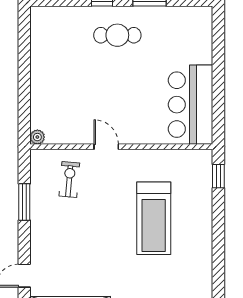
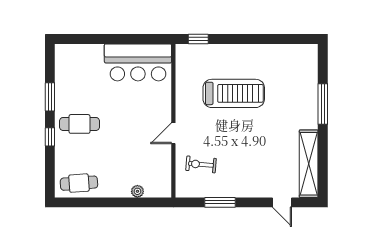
cafe table: (47, 35) -> (79, 183), added
cafe table: (117, 35) -> (80, 124), turned 90
plant: (37, 137) -> (137, 191), moved

